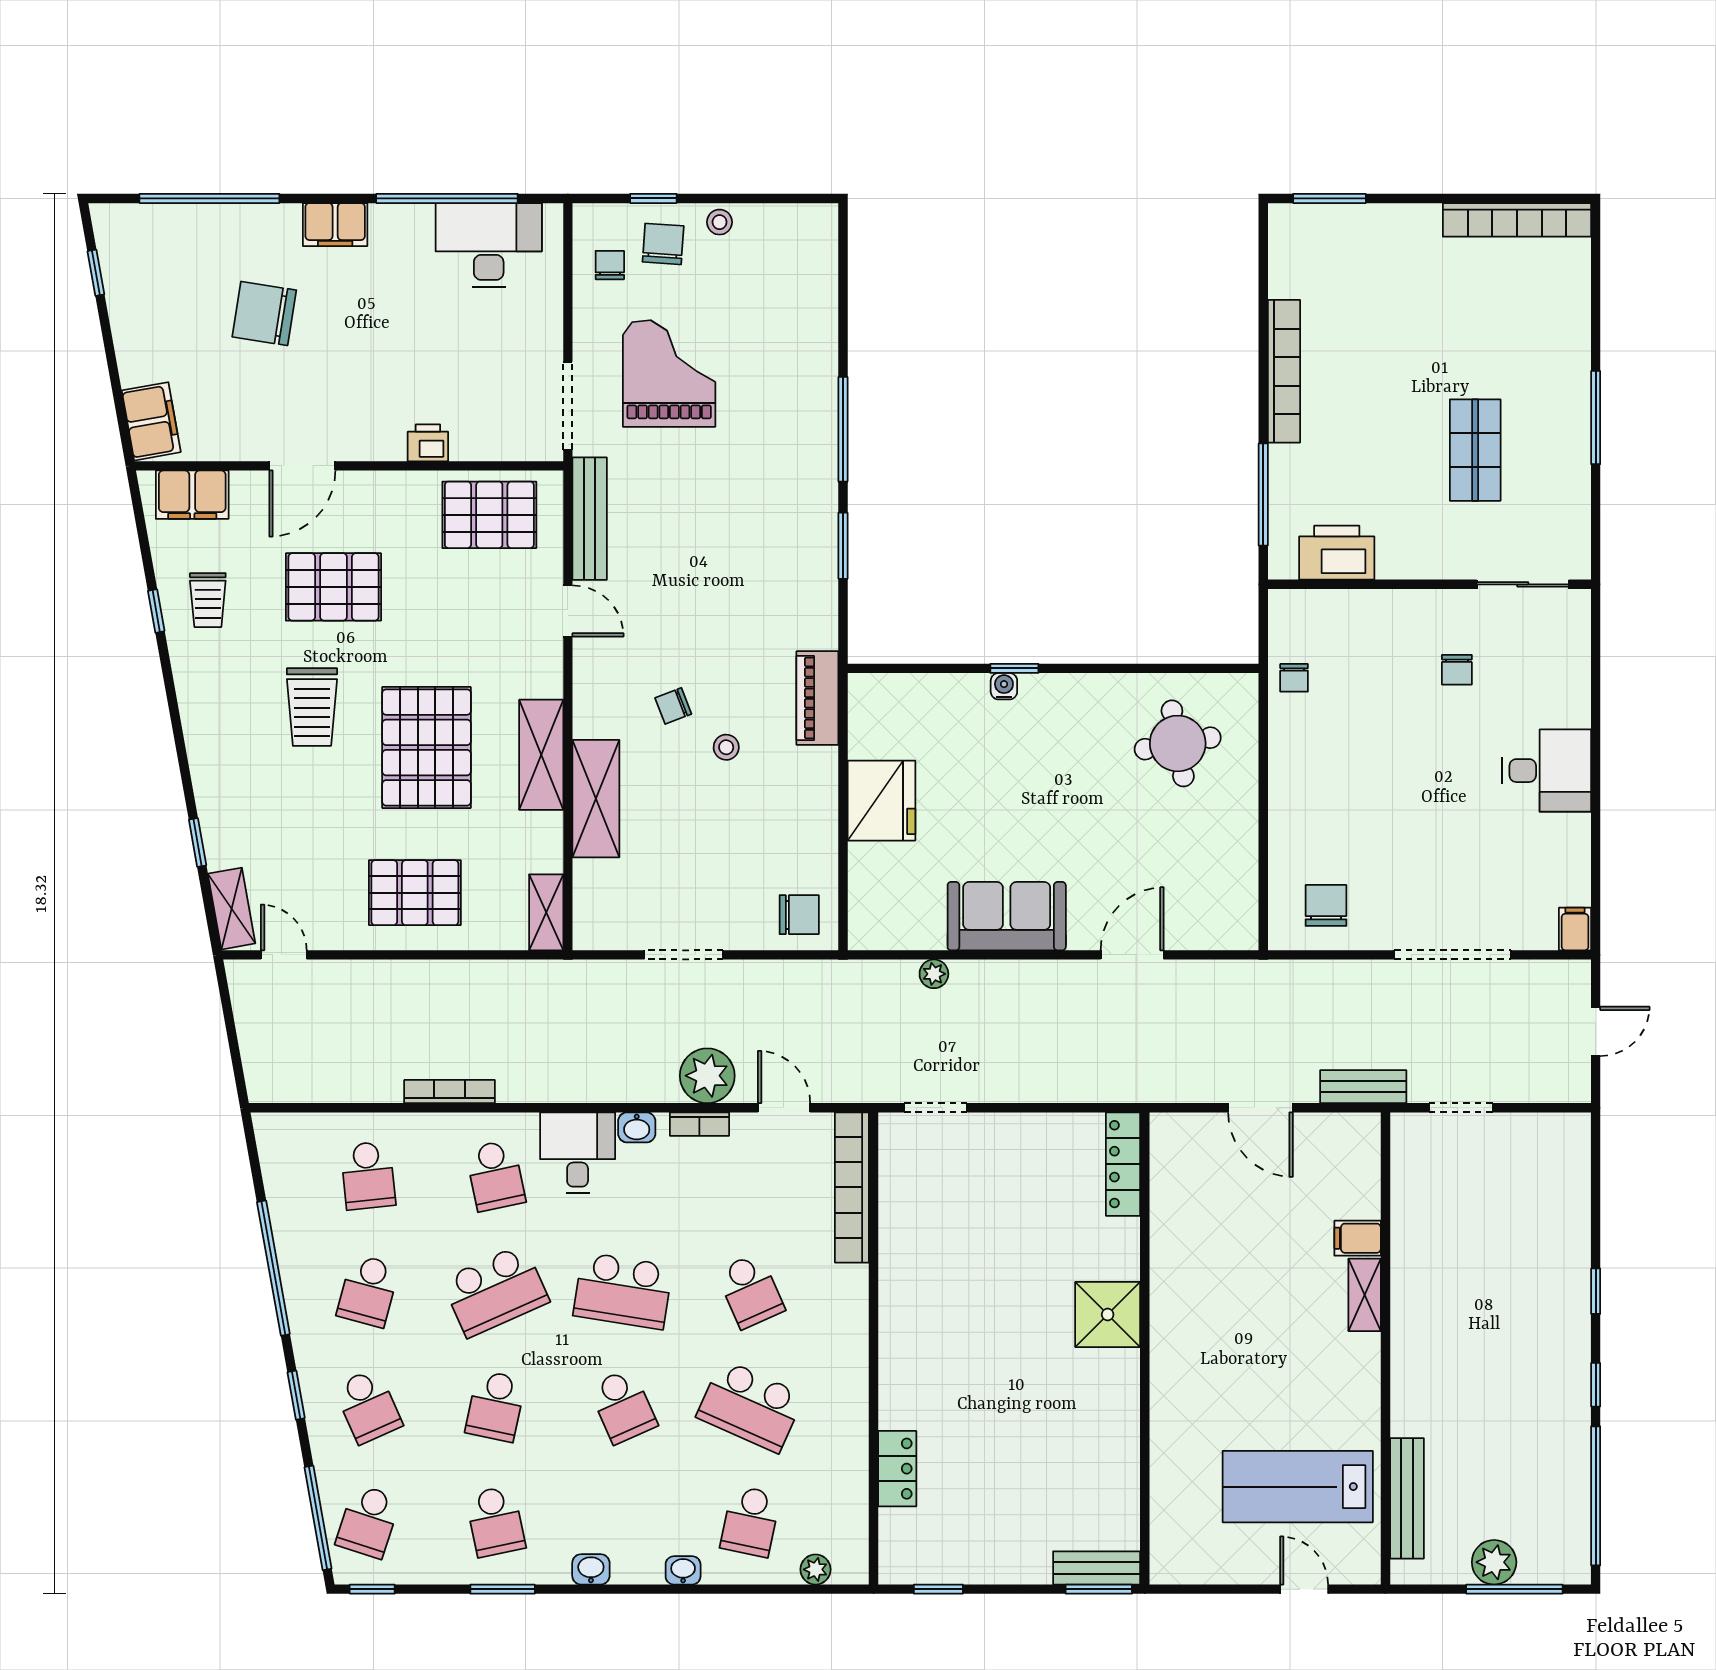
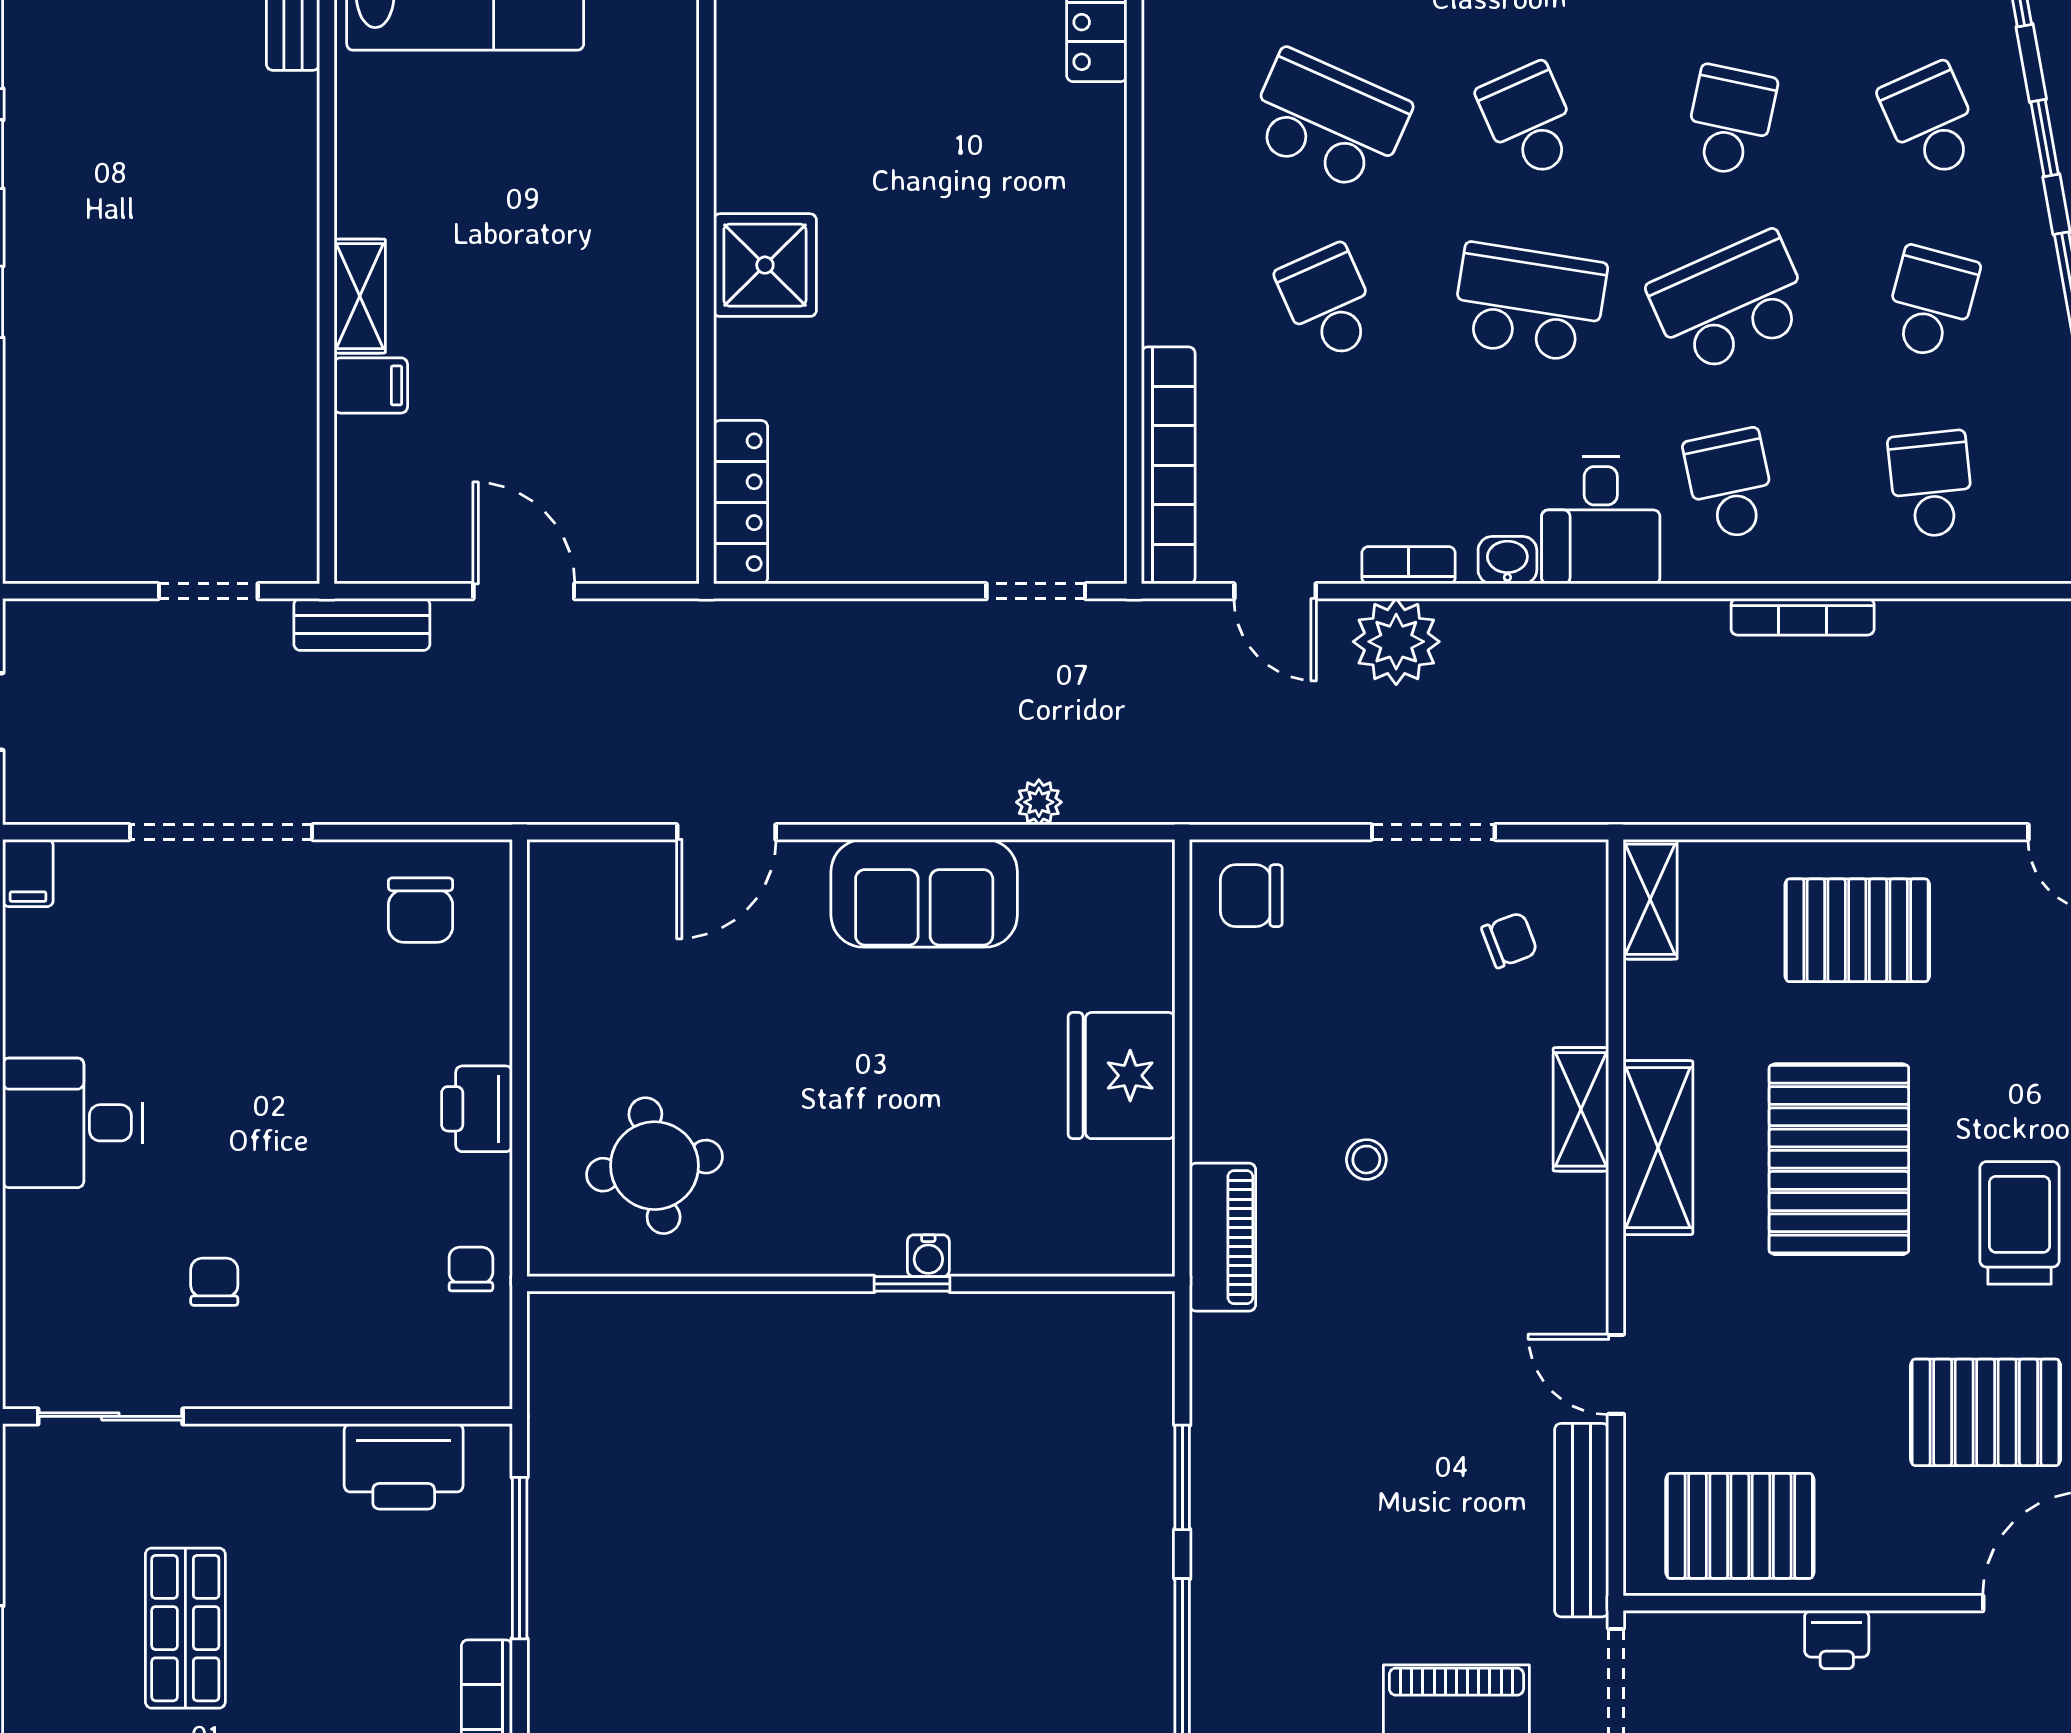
chair: (673, 706) -> (1510, 940), moved
printer: (1290, 779) -> (477, 1109), added
shelving: (596, 799) -> (1581, 1109), width x0.67, depth x0.75

